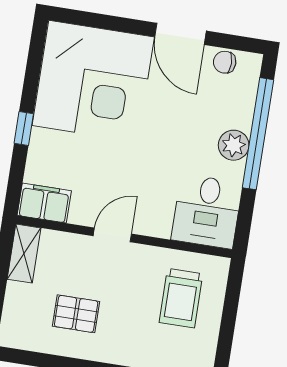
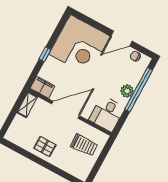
door: (181, 34) -> (122, 39), hinge flipped
door: (112, 235) -> (65, 110), width x1.87
trolley: (181, 298) -> (84, 145), turned -93
pallet: (76, 314) -> (45, 146), moved

